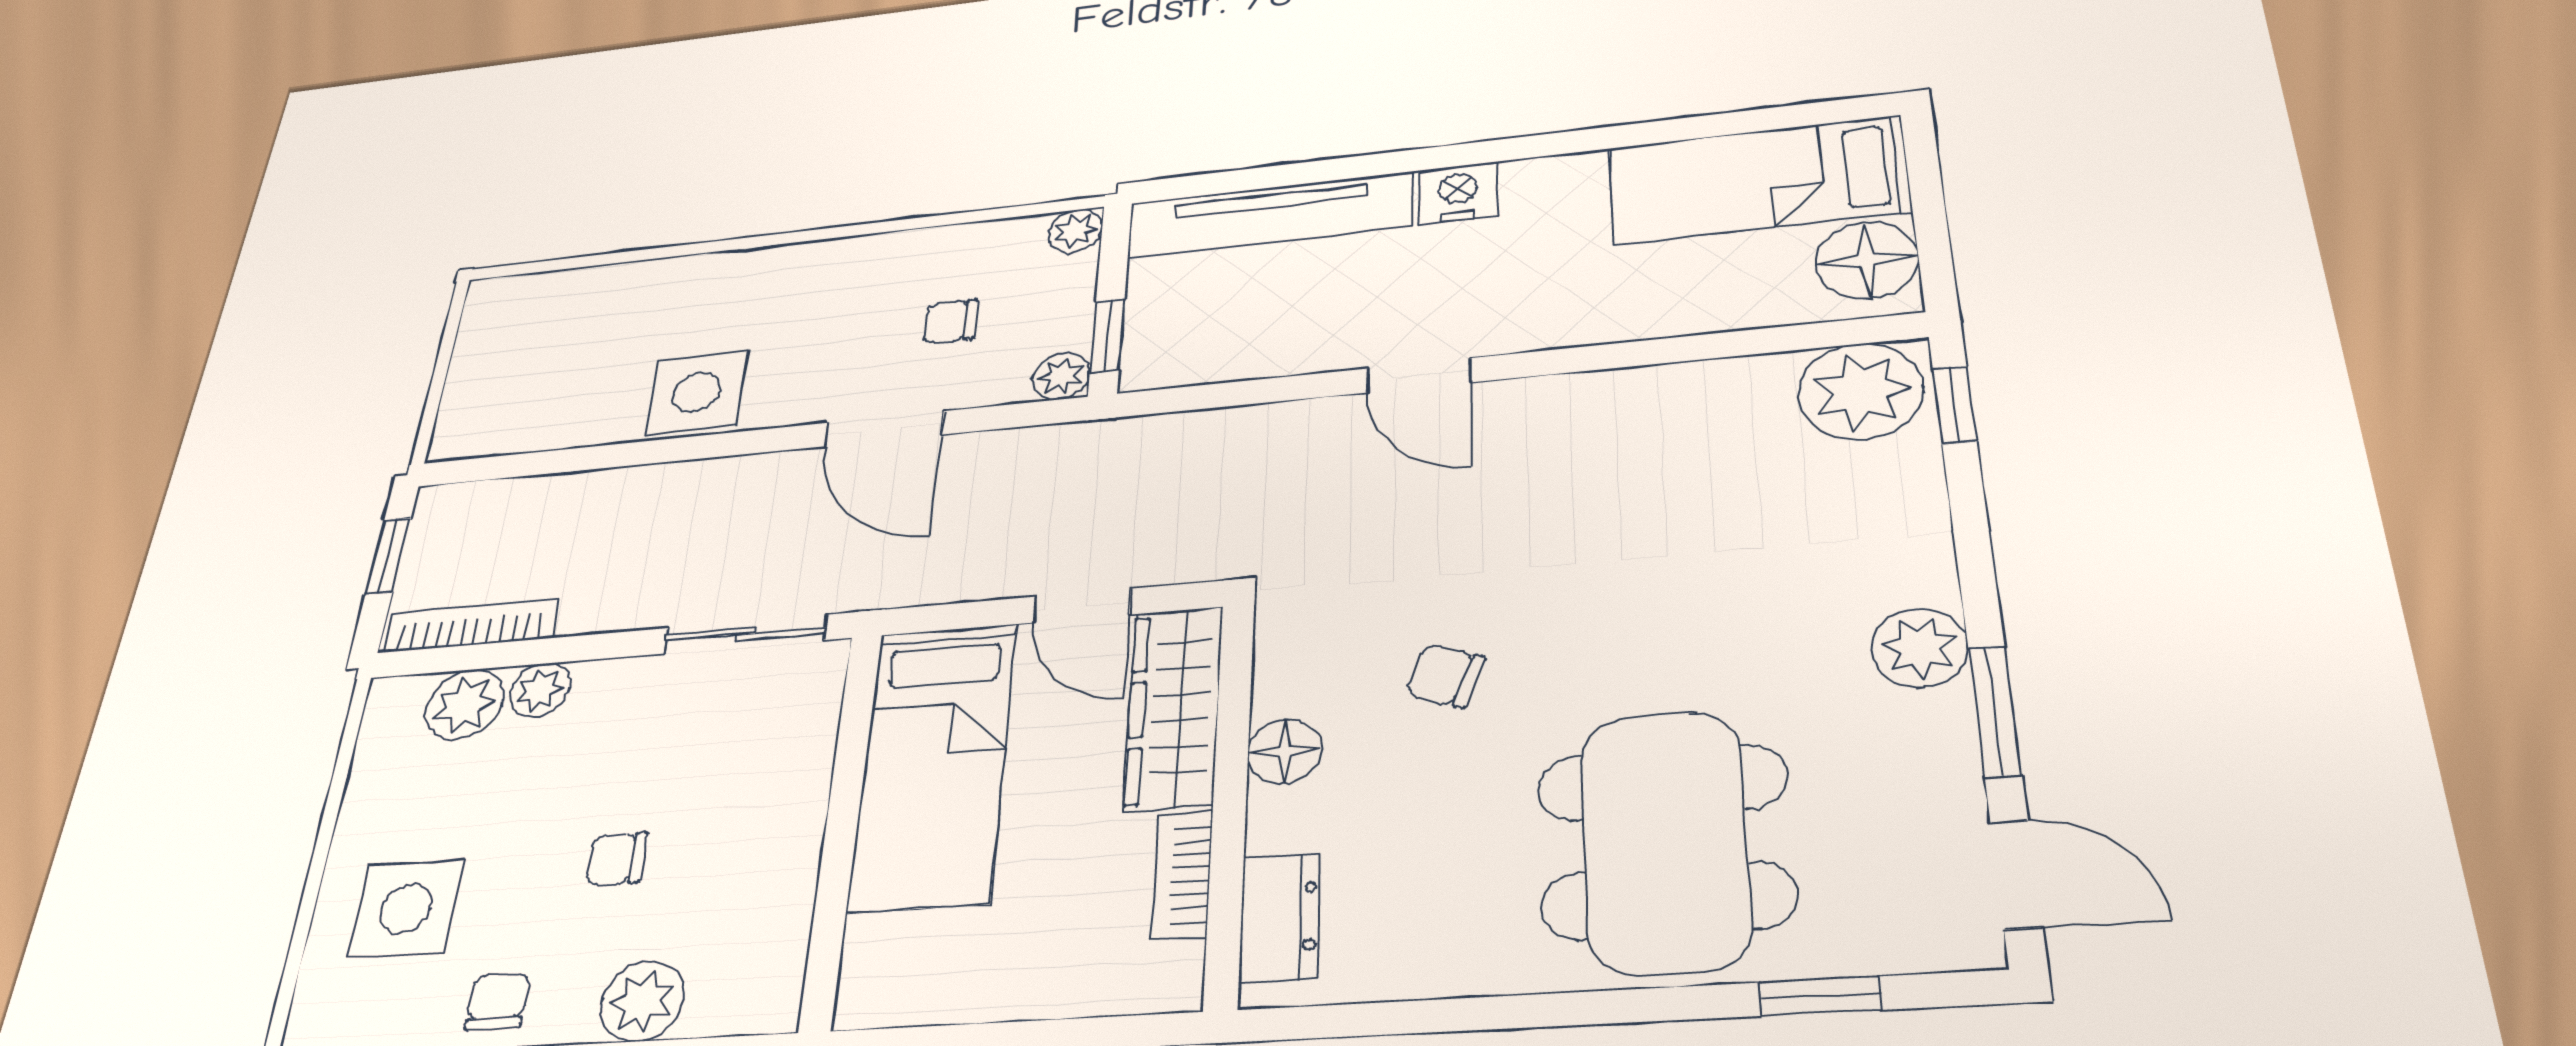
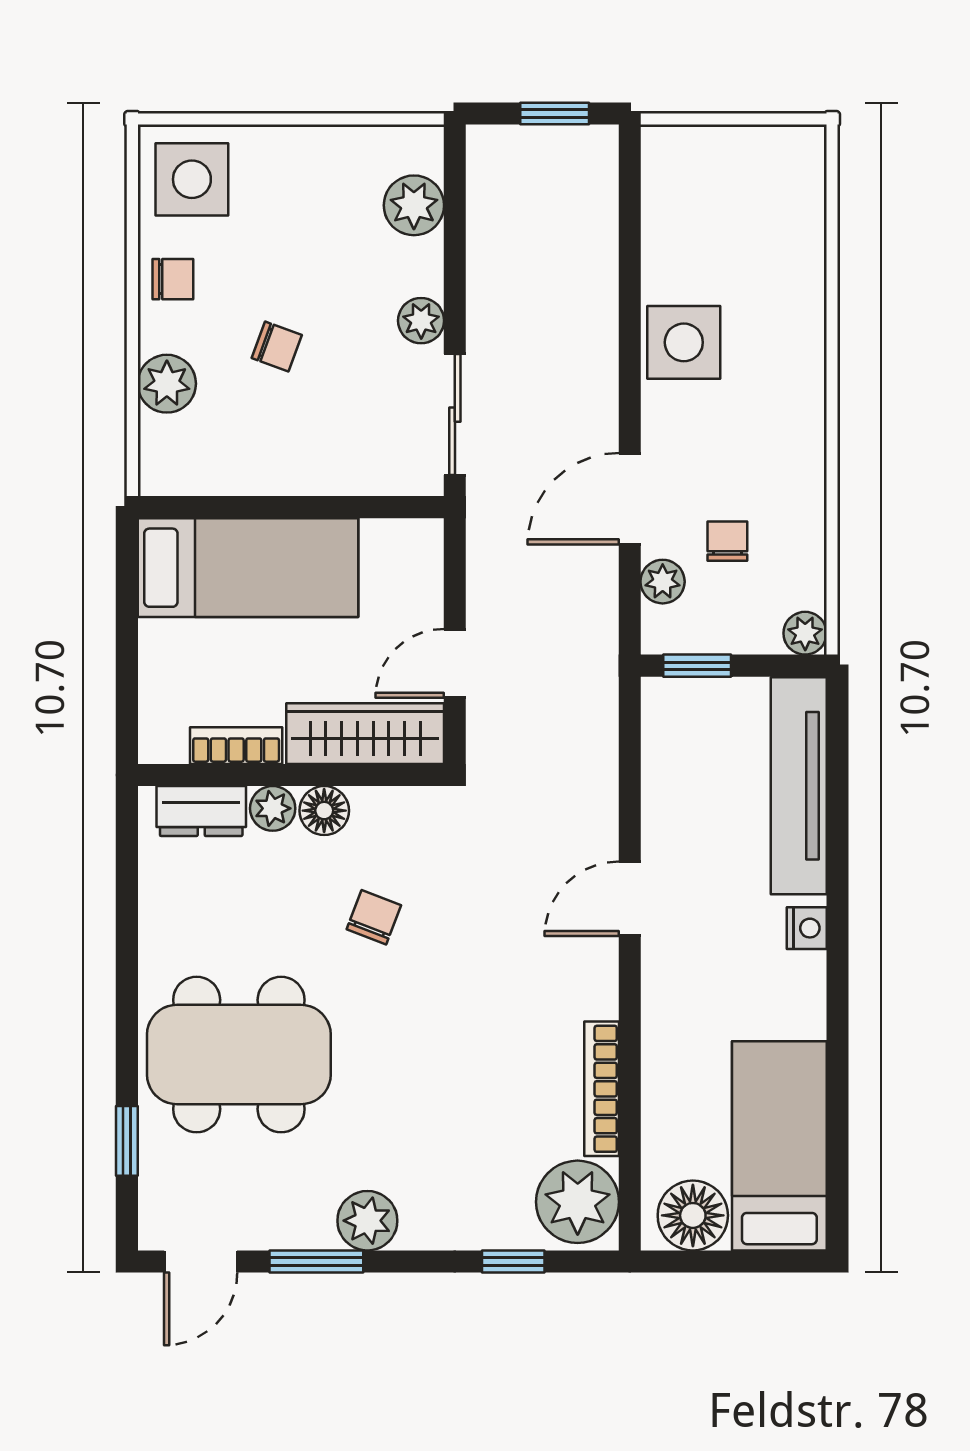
nightstand: (1458, 193) -> (807, 928), width x0.72, depth x0.74
plant: (1061, 376) -> (663, 582), moved
window: (1955, 405) -> (513, 1261), moved
bookcase: (471, 626) -> (602, 1089), moved, turned 180
plant: (540, 690) -> (421, 321), moved
bed: (934, 765) -> (248, 568), moved, turned 180
plant: (1279, 820) -> (273, 808), added
chair: (616, 859) -> (277, 346), turned 110
side table: (406, 909) -> (192, 179), moved

